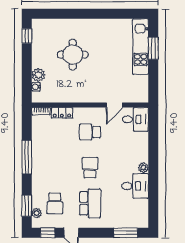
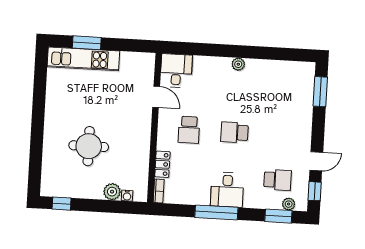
desk: (135, 186) -> (227, 190), moved, turned 180
school desk: (90, 203) -> (280, 135), removed

